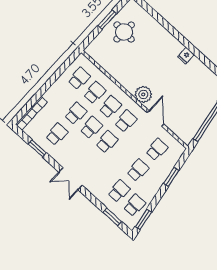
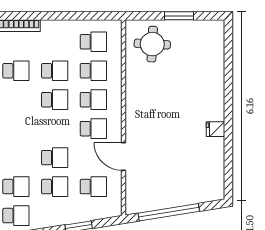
round table: (124, 32) -> (152, 44), moved
plant: (143, 94) -> (137, 122), removed
door: (156, 118) -> (123, 156), swing flipped
school desk: (107, 142) -> (55, 158), moved

